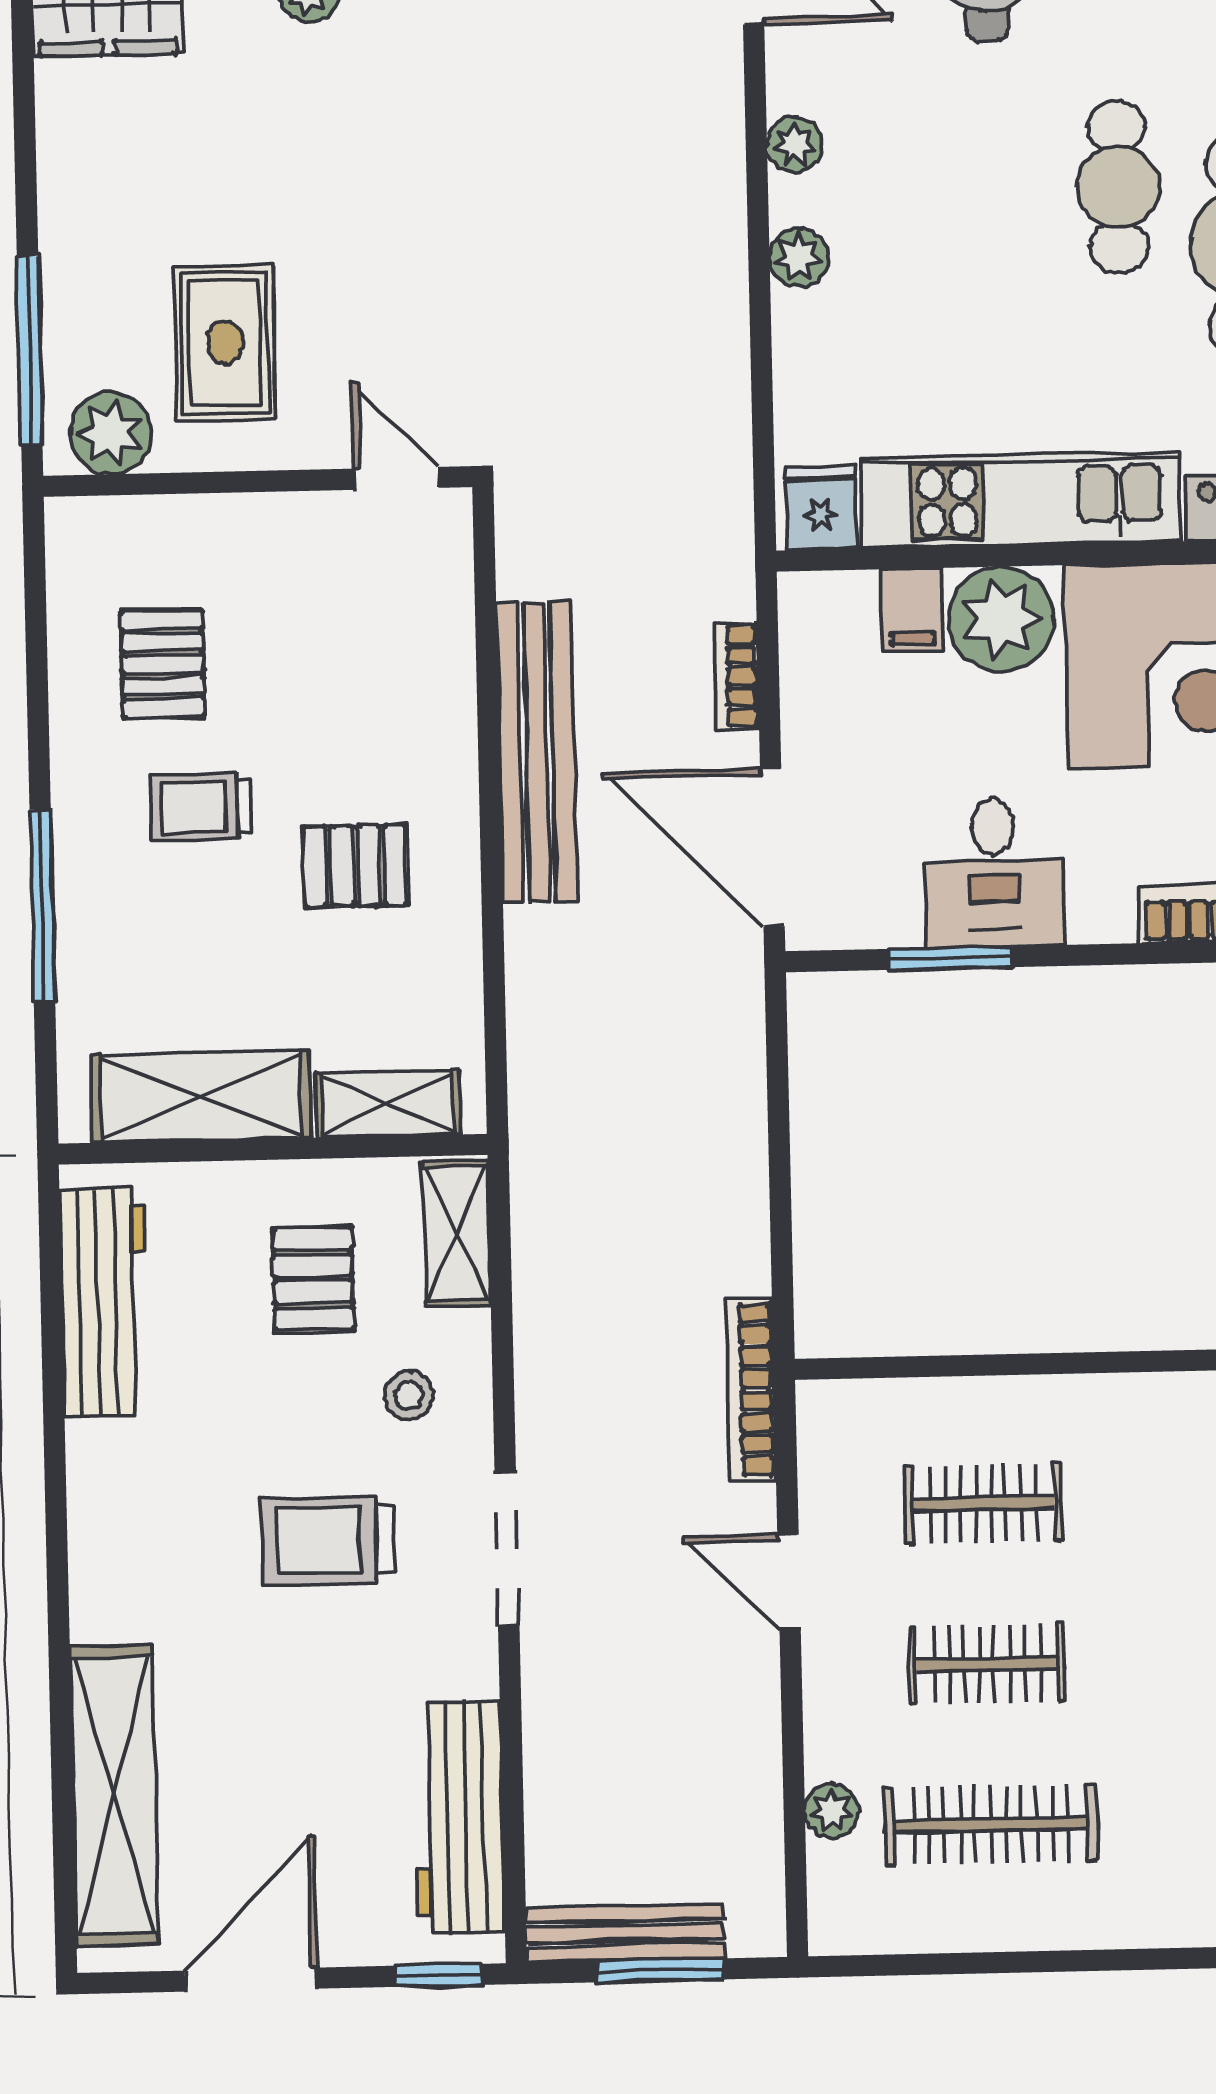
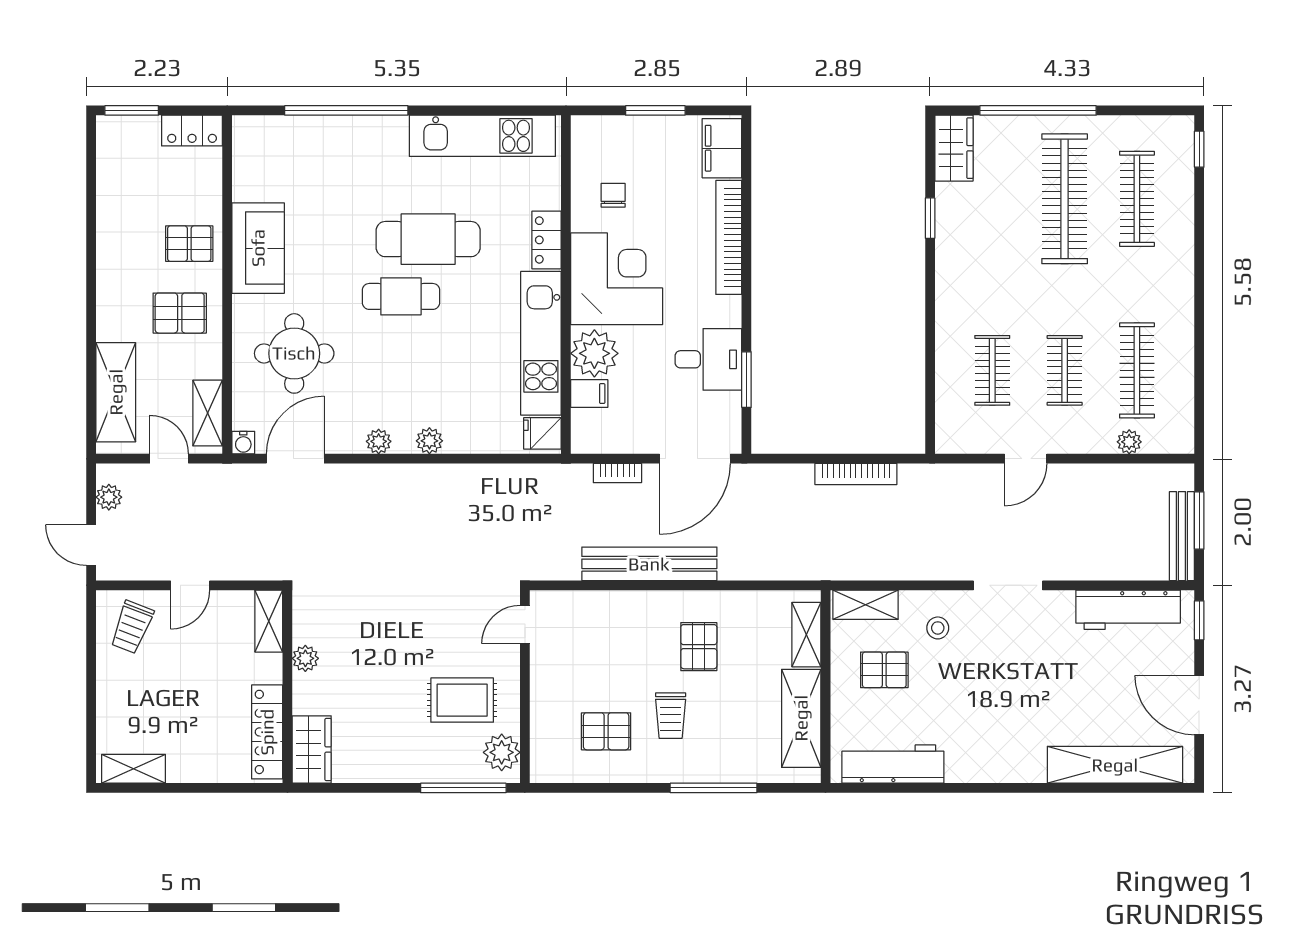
bookcase: (751, 1390) -> (856, 474), moved
trolley: (328, 1540) -> (1002, 666), removed

